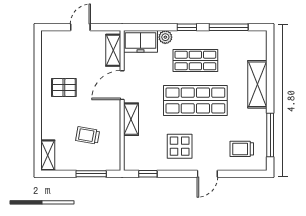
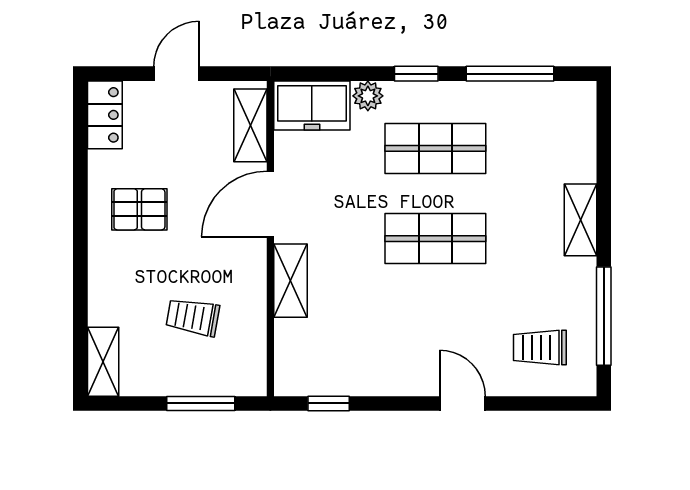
locker: (49, 46) -> (105, 115), added
shelving: (257, 84) -> (580, 220), width x0.67, depth x0.75
shop shelf: (195, 101) -> (435, 239), width x0.70, depth x0.74
display table: (180, 146) -> (400, 341), removed
door: (207, 174) -> (462, 403), swing flipped

